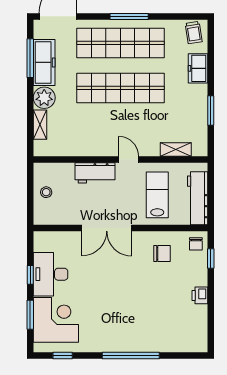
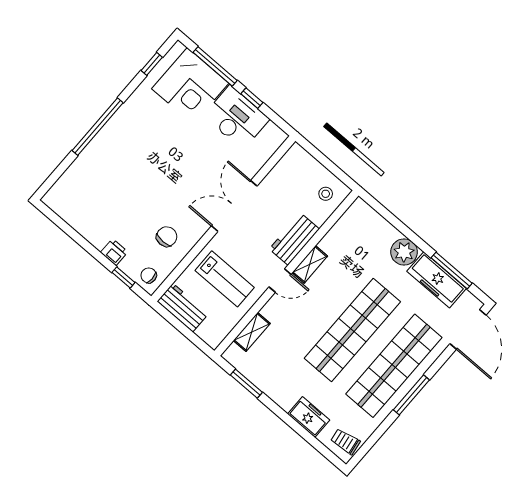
window: (211, 110) -> (246, 384), moved
shelving: (40, 125) -> (310, 264), moved, turned 90
stool: (46, 192) -> (326, 194), moved
workbench: (198, 198) -> (183, 308), width x0.73
chair: (162, 254) -> (167, 237), turned 180
printer: (200, 295) -> (114, 252), moved
window: (30, 315) -> (215, 66), width x1.44

